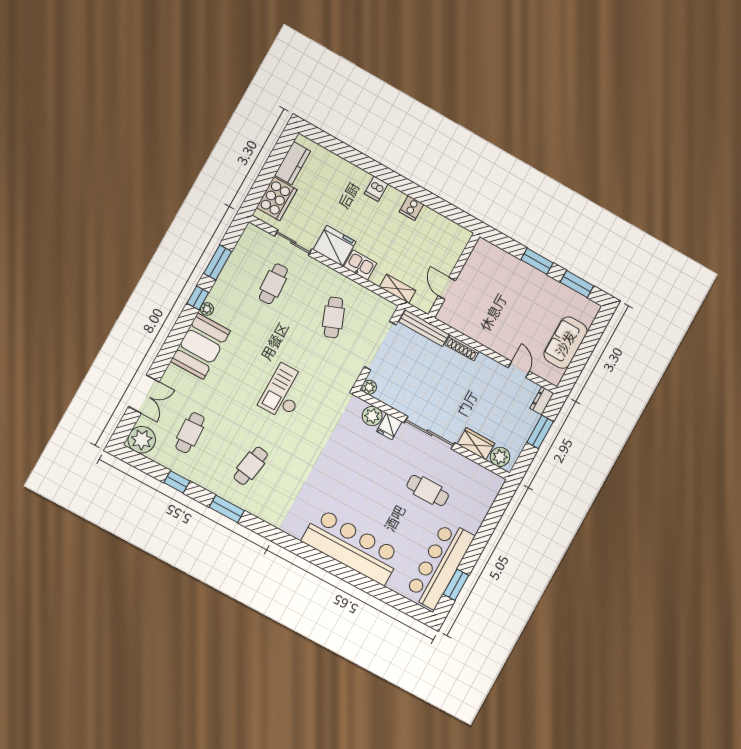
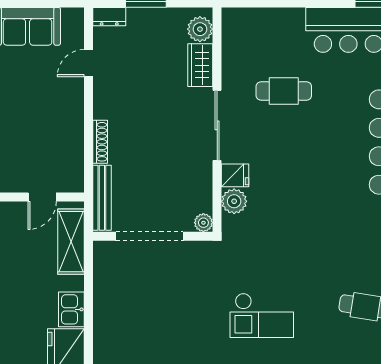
shelving: (398, 289) -> (71, 242), width x1.50, depth x1.33
cafe table: (333, 317) -> (147, 307), removed
cafe table: (428, 491) -> (284, 91), turned 90

